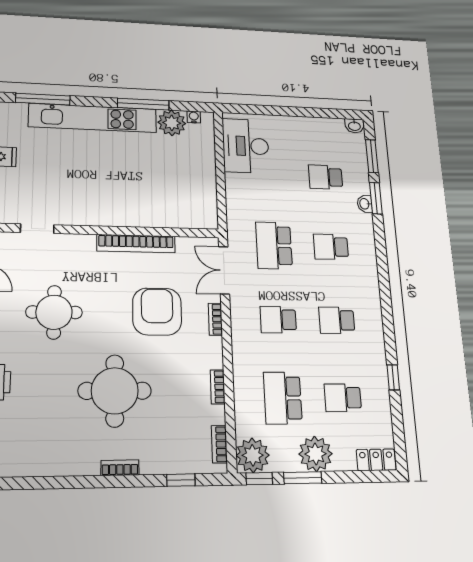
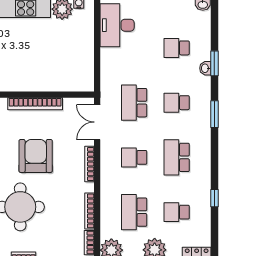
window: (372, 156) -> (214, 114), moved
armchair: (157, 312) -> (36, 156), moved
bookcase: (215, 319) -> (90, 164), width x1.56
school desk: (337, 320) -> (177, 157), width x1.85
bookcase: (218, 387) -> (89, 211), width x1.56

